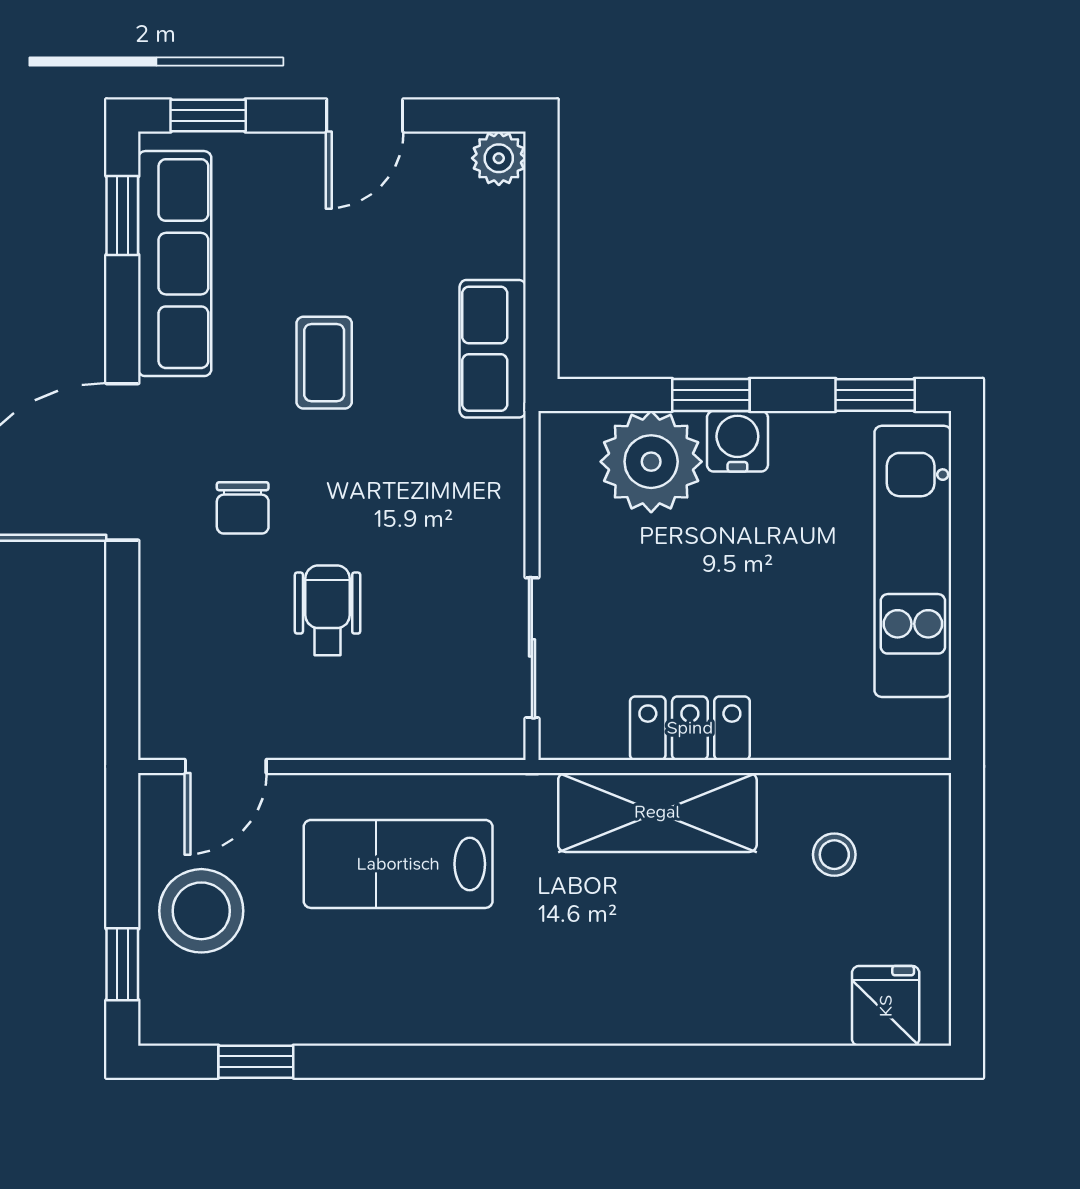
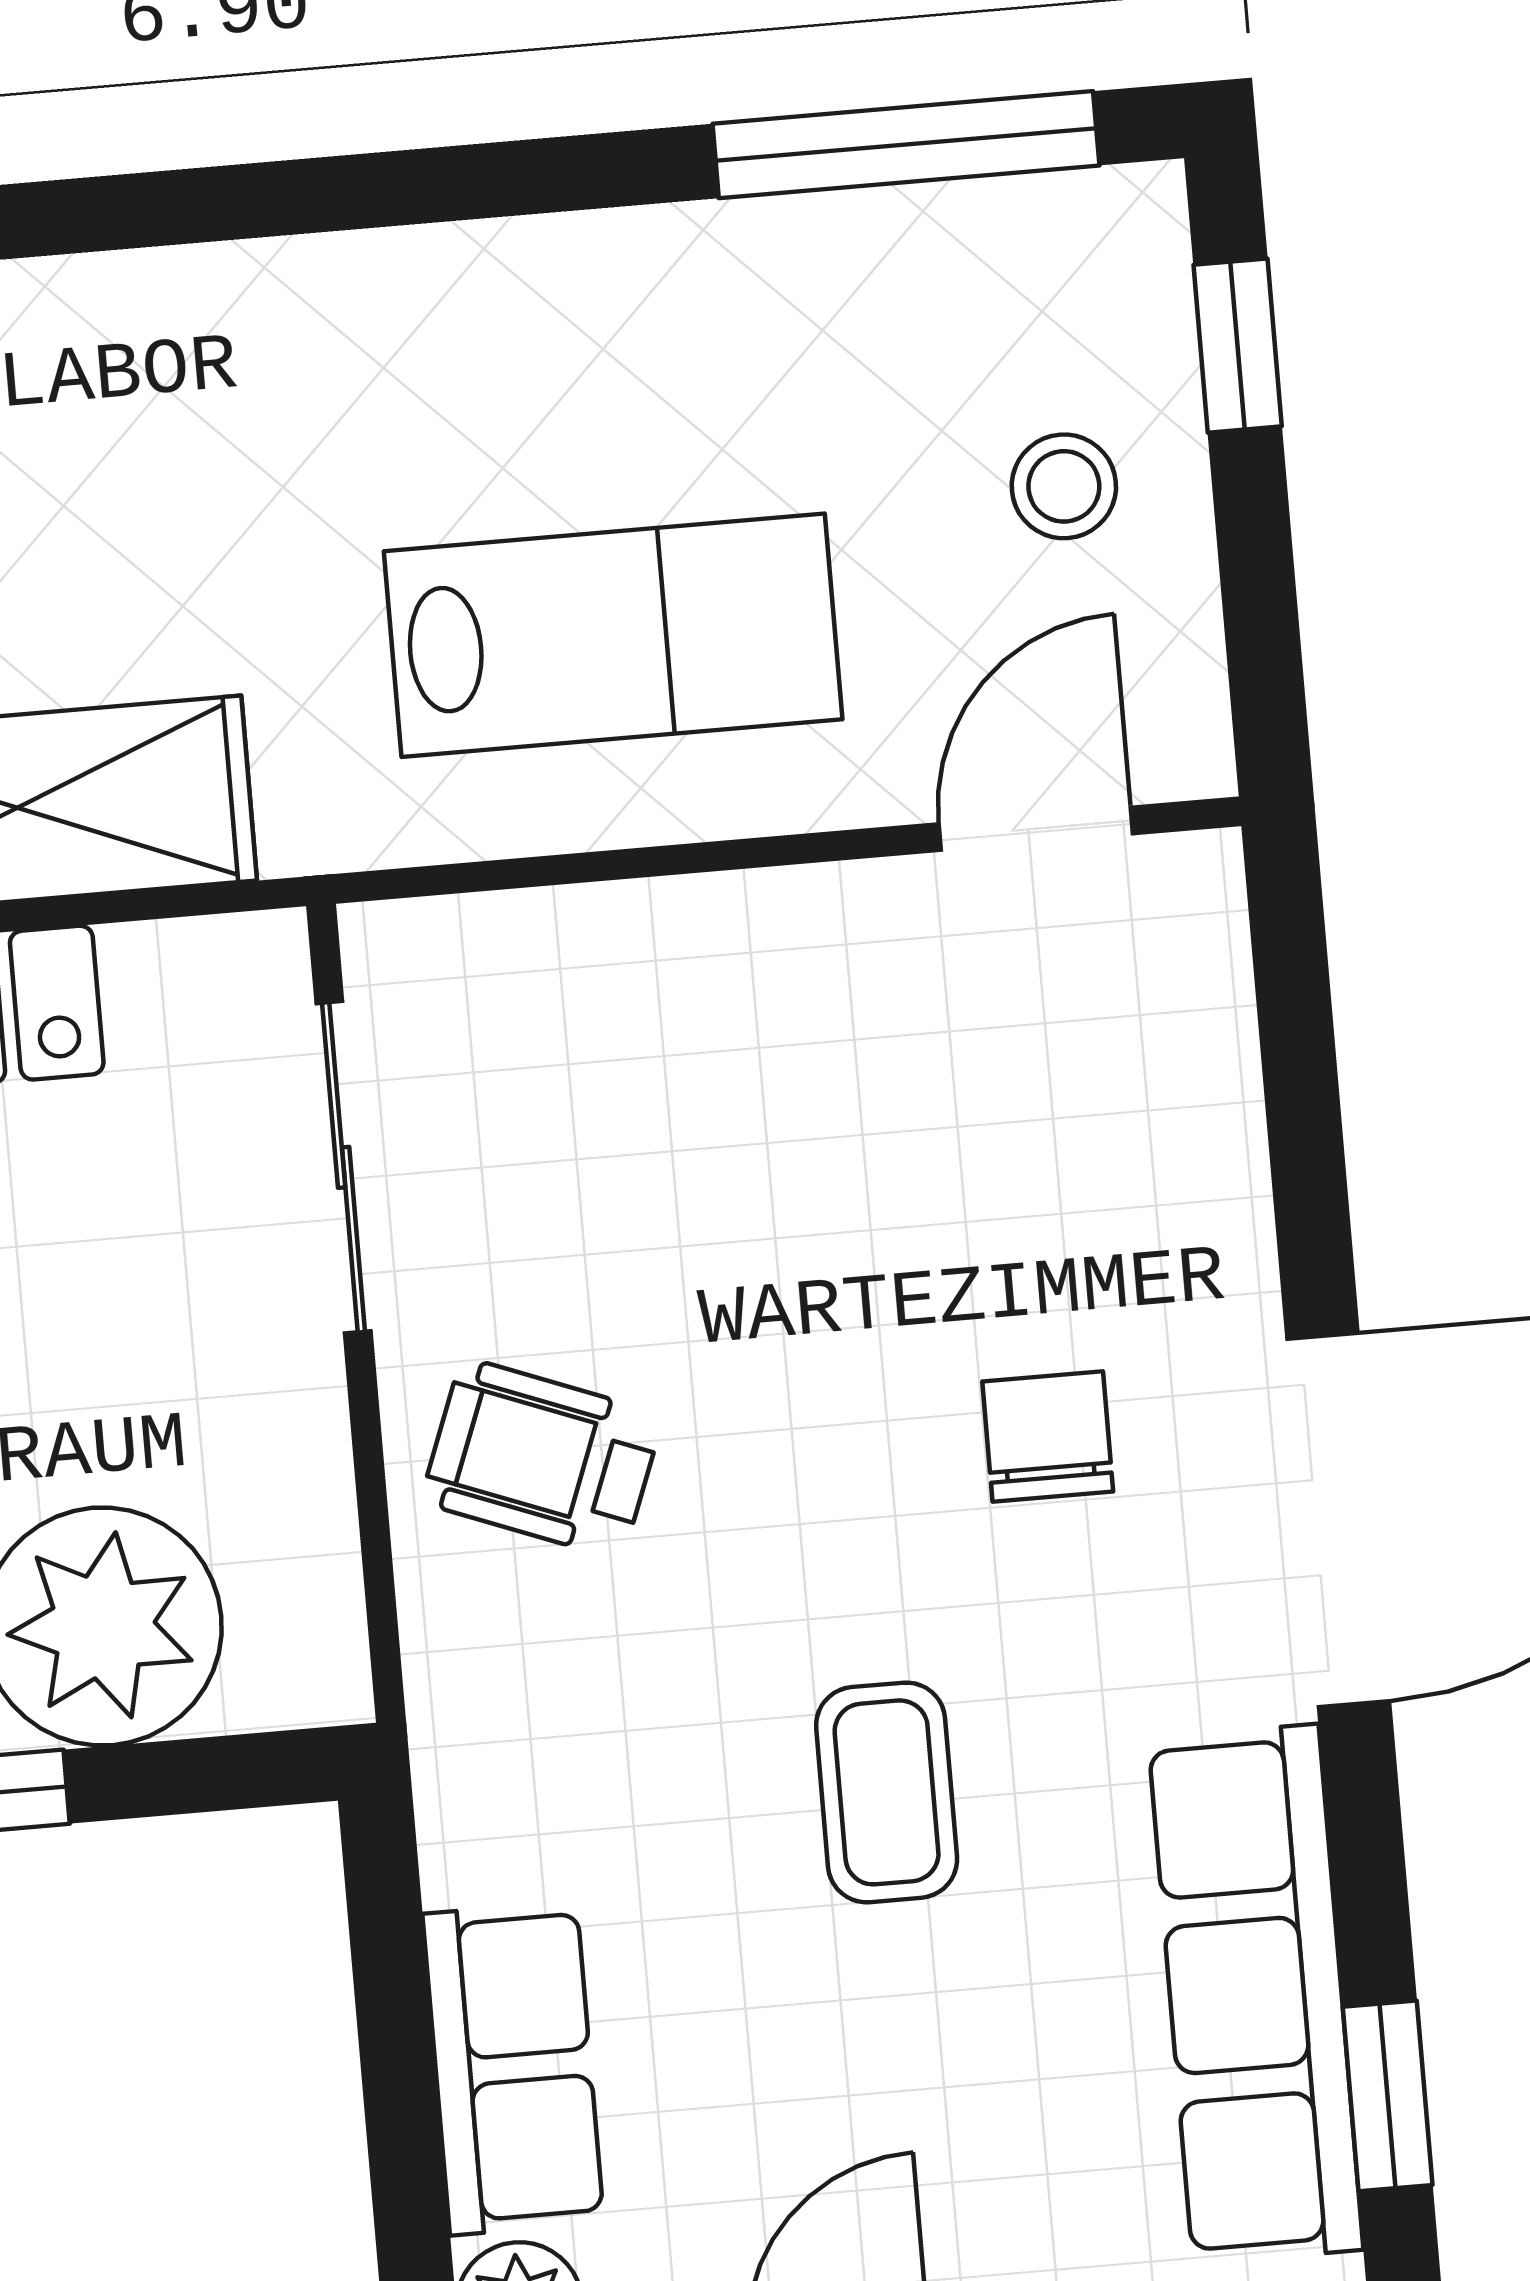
row of seats: (493, 349) -> (513, 2068), moved
wheelchair: (328, 610) -> (542, 1458), moved, turned 111
stool: (201, 911) -> (1064, 486), width x0.53, depth x0.53
window: (256, 1062) -> (906, 145), width x2.17

